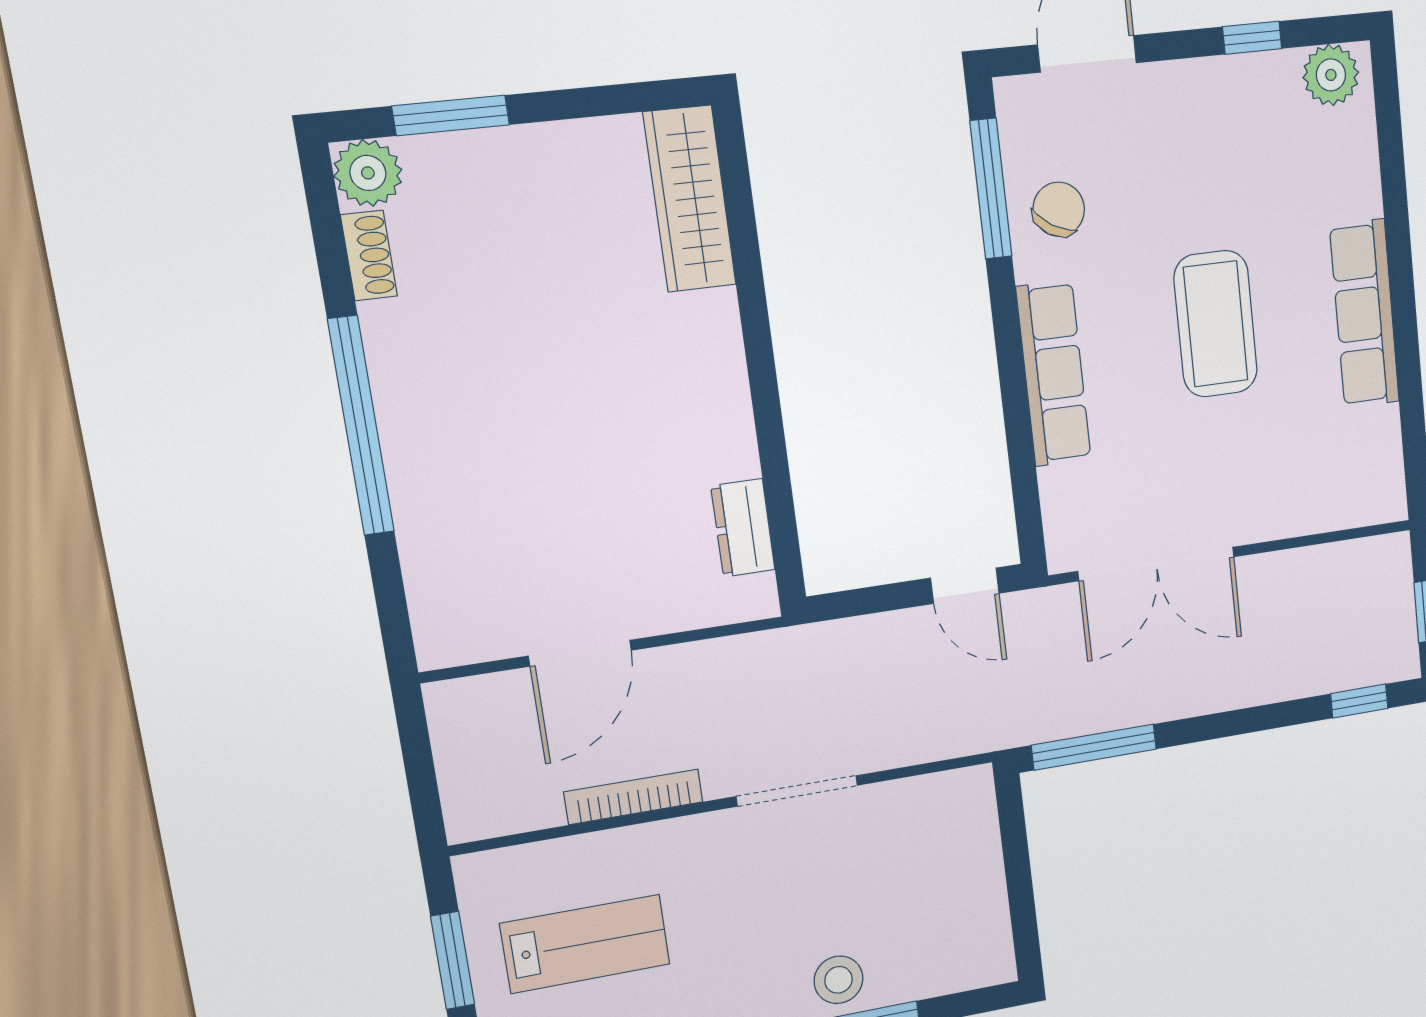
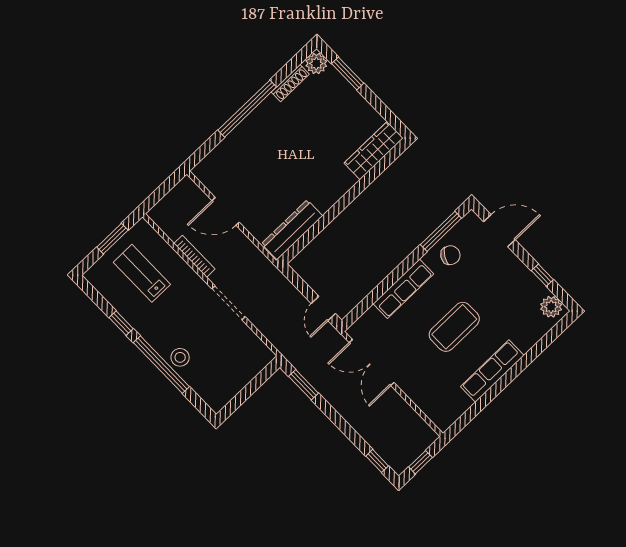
shoe rack: (369, 256) -> (290, 83), width x1.43
dresser: (743, 528) -> (292, 230), width x1.96, depth x1.24
window: (1094, 747) -> (304, 385), width x0.69
lab bench: (585, 944) -> (142, 273), turned 180

